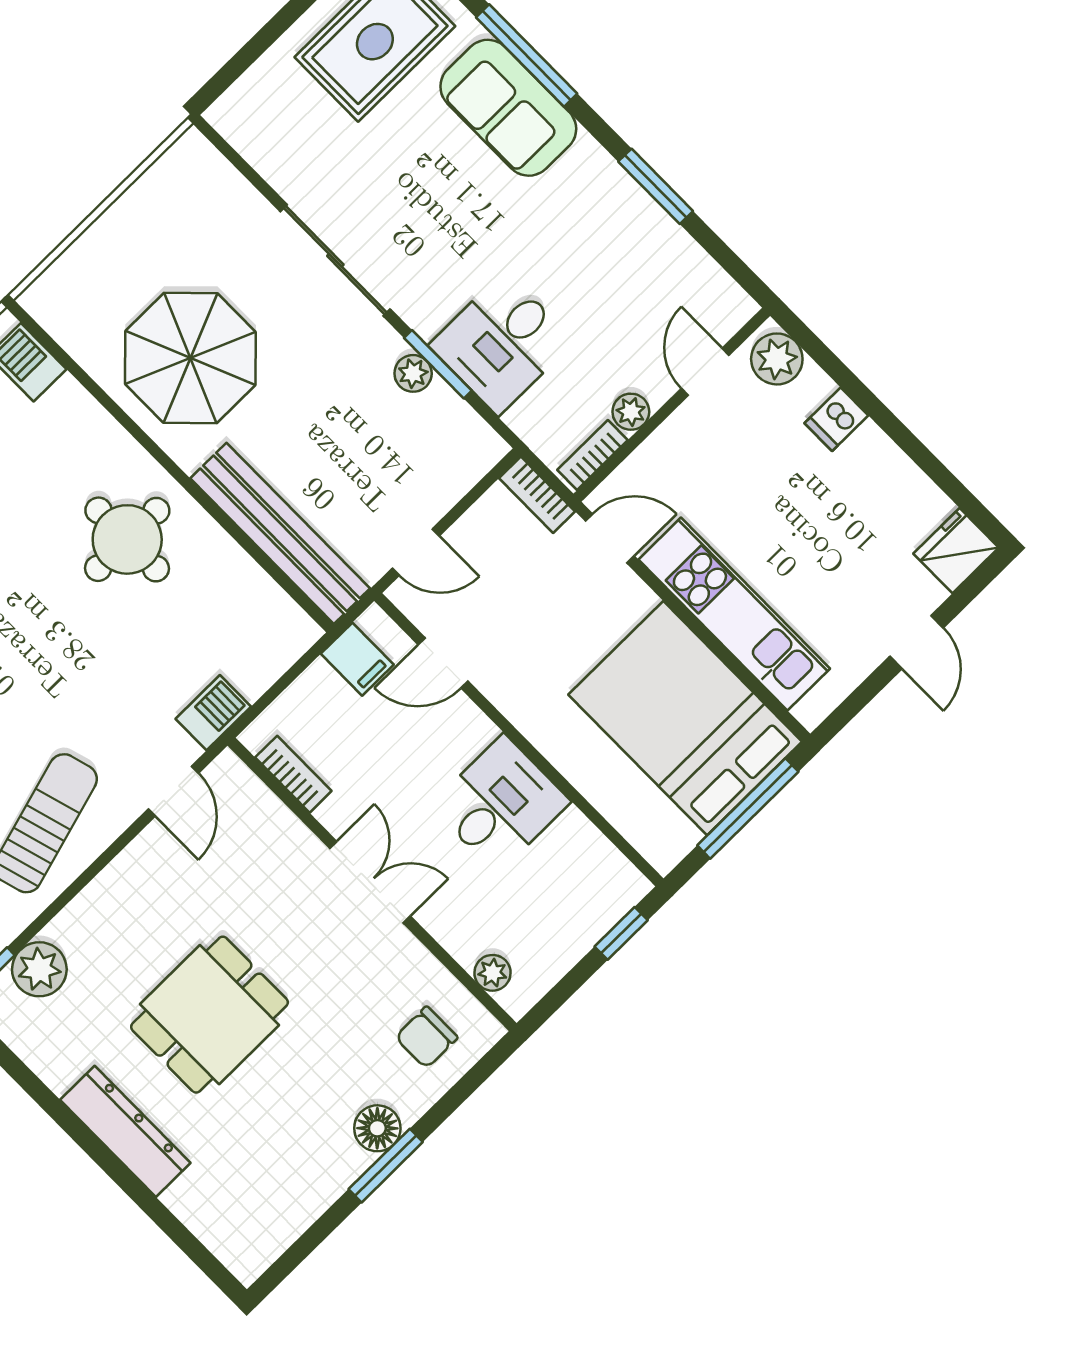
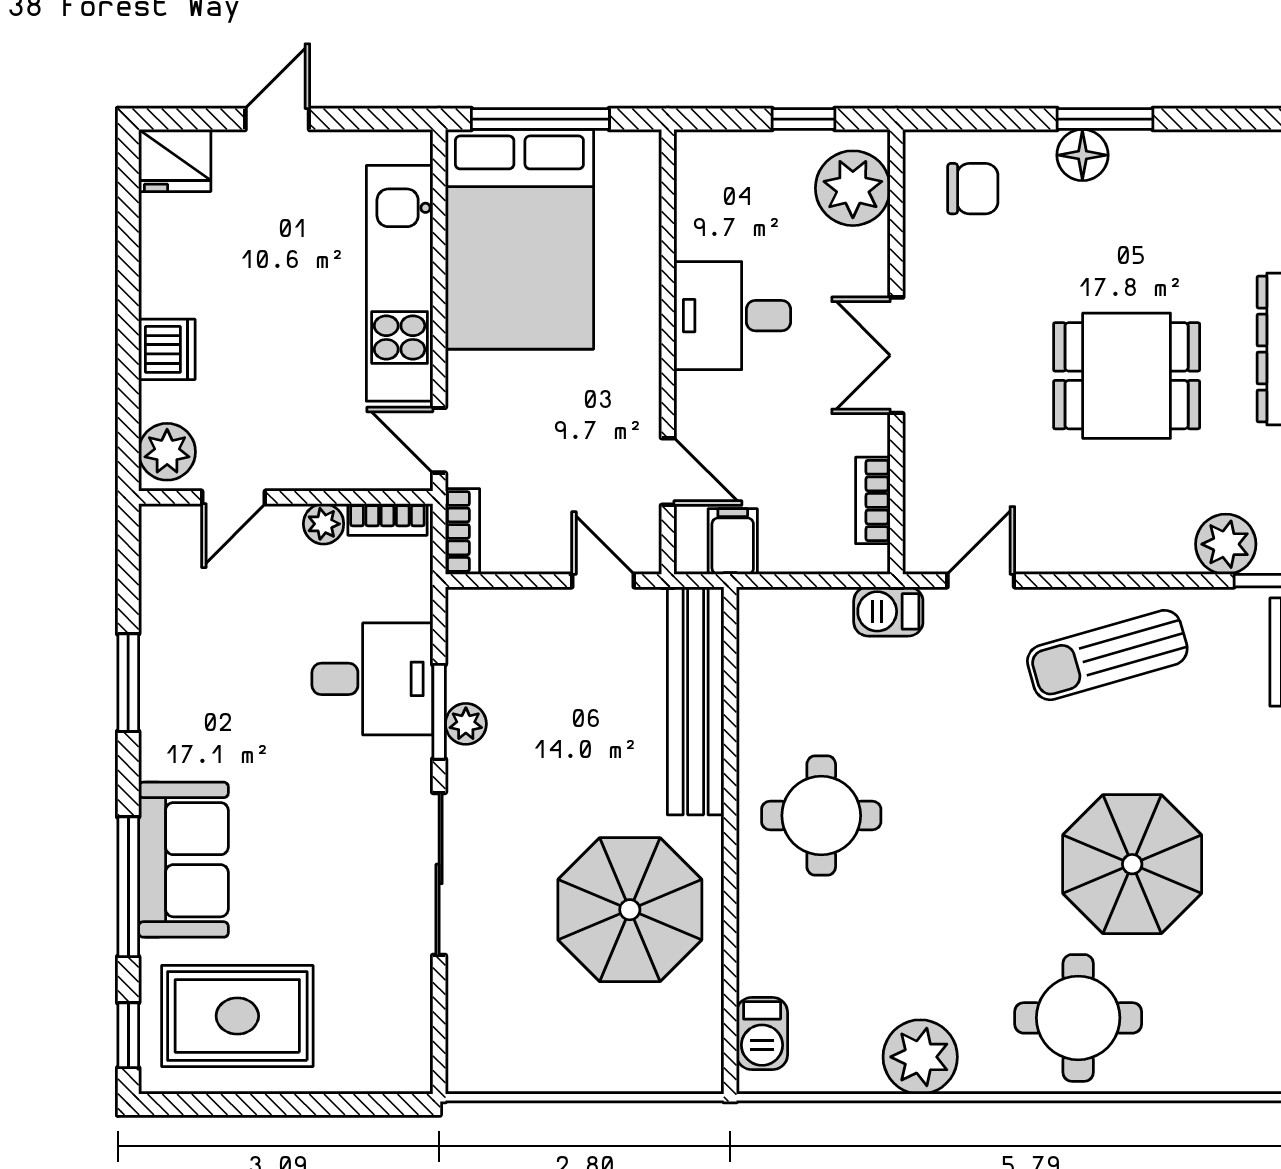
dishwasher: (836, 419) -> (167, 349), width x1.38
window: (621, 933) -> (803, 119), moved
plant: (492, 973) -> (853, 188), width x1.87, depth x1.87

